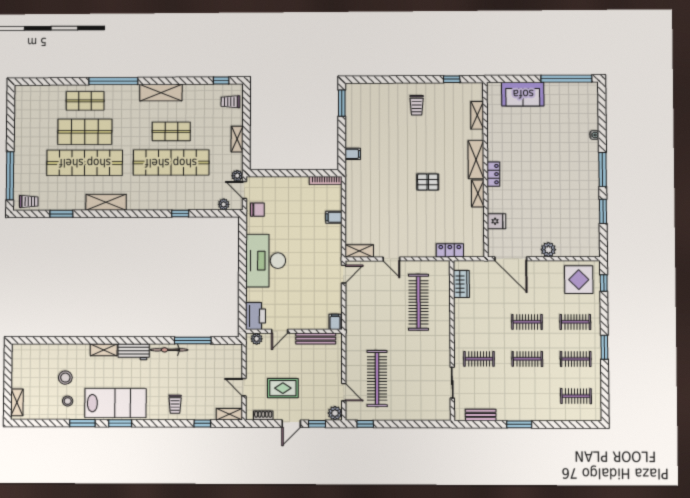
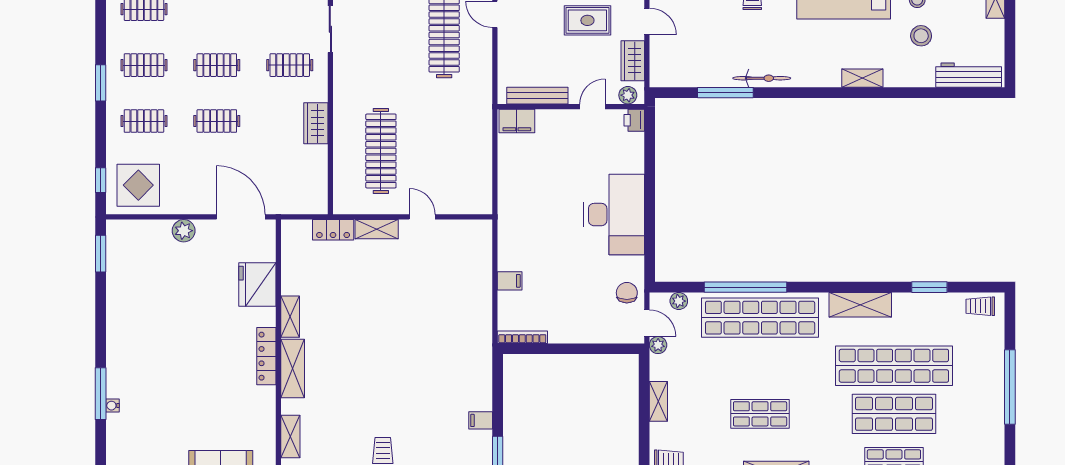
filing cabinet: (353, 154) -> (481, 420), moved
shop shelf: (171, 163) -> (760, 318), moved
window: (603, 169) -> (101, 394), moved
locker: (493, 174) -> (266, 356), width x1.53
window: (10, 176) -> (1010, 387), moved
pallet: (428, 182) -> (366, 334), removed
chair: (257, 210) -> (627, 293), turned 90
window: (603, 211) -> (101, 254), moved
window: (180, 214) -> (746, 287), width x3.17
fridge: (496, 221) -> (257, 284), width x1.88, depth x1.34
shelving: (359, 251) -> (377, 229), moved
door: (344, 274) -> (495, 194), removed
wardrobe: (461, 284) -> (316, 123), moved
printer: (256, 316) -> (634, 120), width x0.53, depth x0.68
filing cabinet: (335, 322) -> (517, 121), width x2.00
workbench: (134, 352) -> (969, 75), moved, width x1.38
wardrobe: (253, 361) -> (633, 61), added

